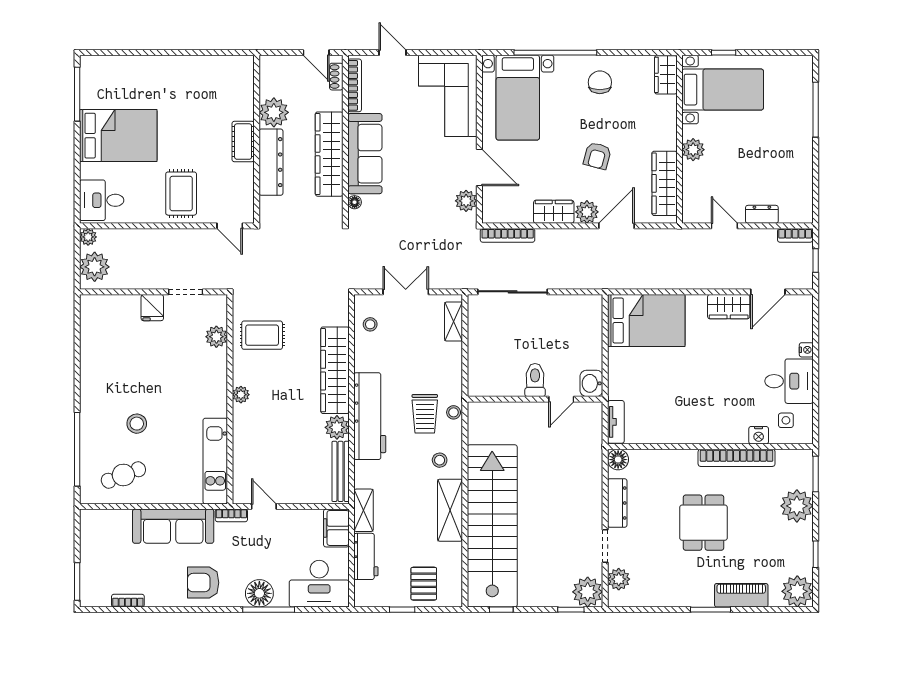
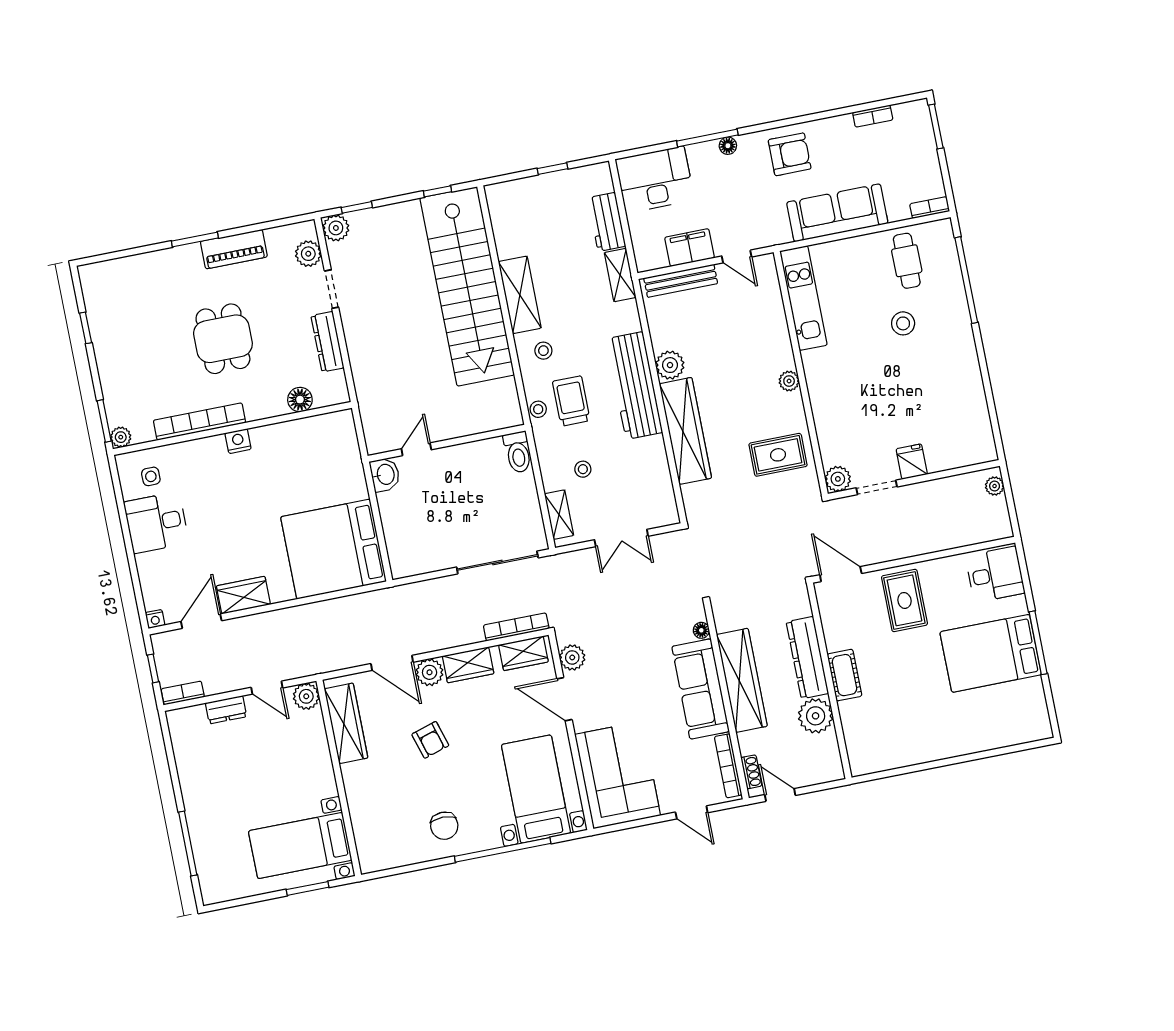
window: (724, 53) -> (308, 888), width x1.50
wardrobe: (666, 75) -> (523, 653), moved, turned 90
window: (77, 94) -> (1038, 643), moved
plant: (693, 150) -> (306, 696), moved
armchair: (597, 156) -> (430, 740), turned 148
door: (230, 226) -> (841, 574), width x1.38
door: (616, 226) -> (392, 663), hinge flipped
plant: (88, 237) -> (1002, 529), removed
plant: (95, 267) -> (995, 486), width x0.53, depth x0.53
bed: (646, 321) -> (333, 549), width x1.36
stool: (370, 324) -> (583, 469), moved
plant: (216, 337) -> (838, 479), moved
nightstand: (806, 350) -> (155, 619), moved, turned -90
toilet: (535, 380) -> (518, 452), moved
tv unit: (616, 422) -> (348, 435), removed
nightstand: (759, 435) -> (238, 441), moved
floor lamp: (618, 460) -> (300, 400), moved
bench: (341, 471) -> (681, 281), moved, turned 90
cafe table: (123, 475) -> (907, 261), turned -69
plant: (797, 506) -> (121, 437), moved, width x0.53, depth x0.53
bookcase: (231, 515) -> (930, 208), moved
filing cabinet: (336, 528) -> (690, 248), moved, turned -90
pallet: (424, 584) -> (533, 204), removed
plant: (797, 591) -> (98, 281), removed
plant: (588, 592) -> (336, 228), width x0.73, depth x0.73
floor lamp: (259, 593) -> (728, 146), width x0.53, depth x0.53
piano: (741, 595) -> (234, 249), moved

